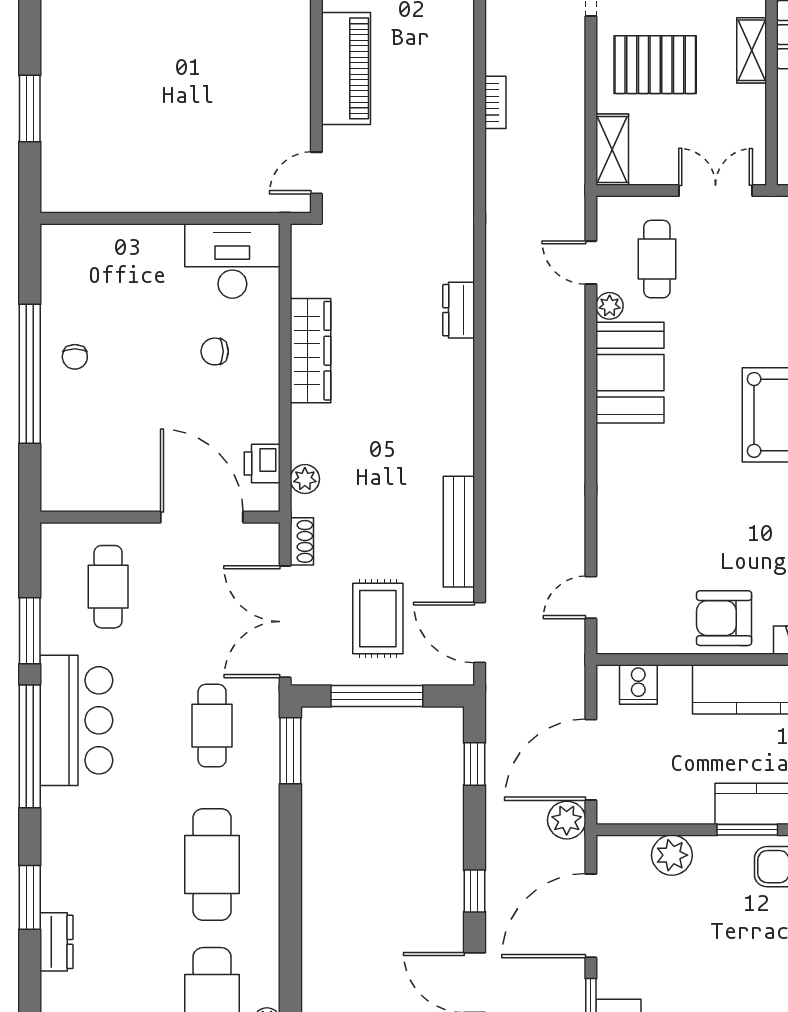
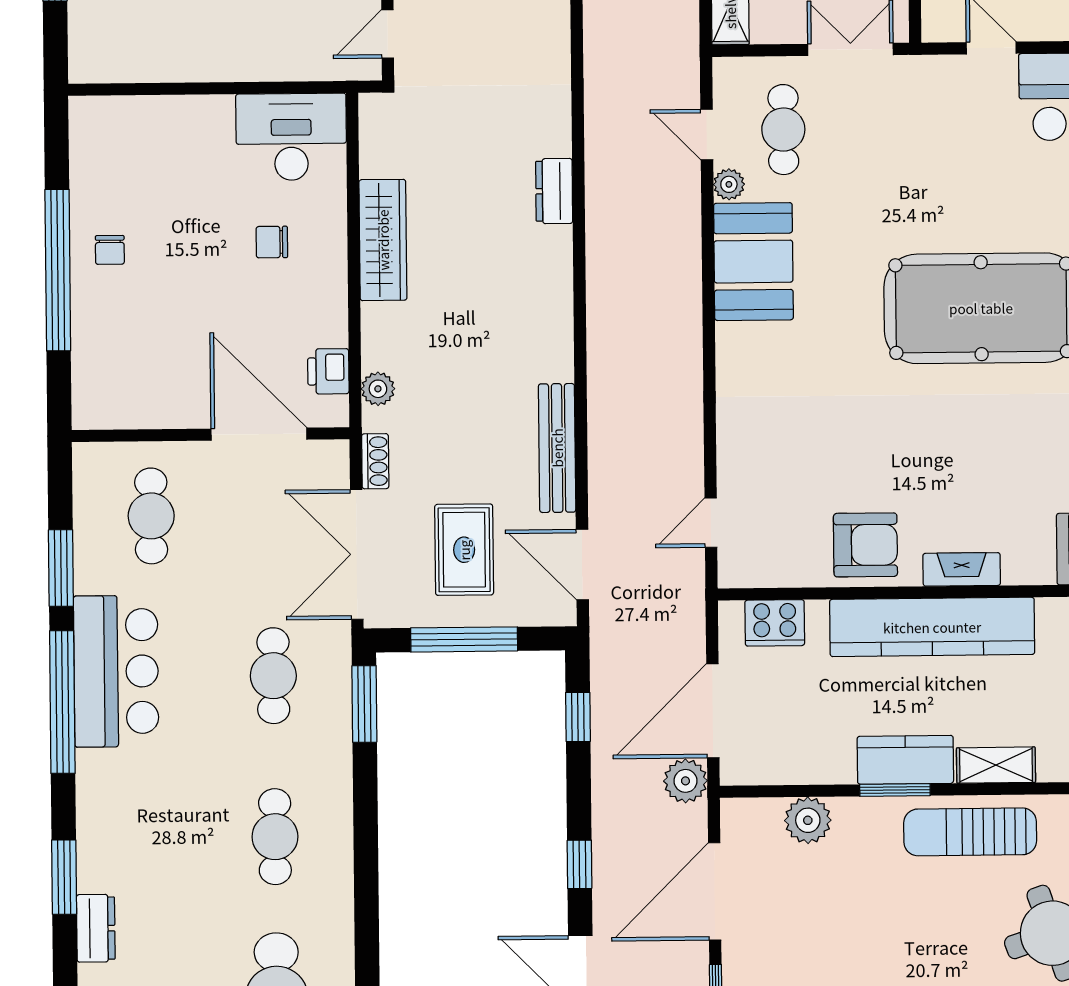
armchair: (724, 618) -> (865, 545), turned 180
cooker: (638, 685) -> (775, 623), width x1.36
cafe table: (212, 864) -> (275, 837), width x0.73, depth x0.74

